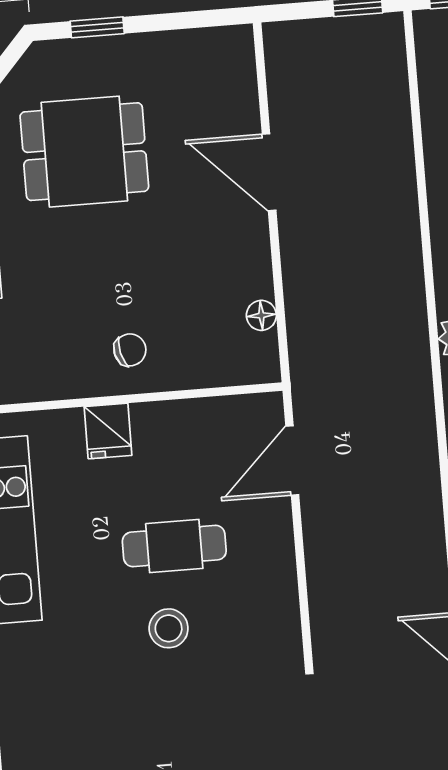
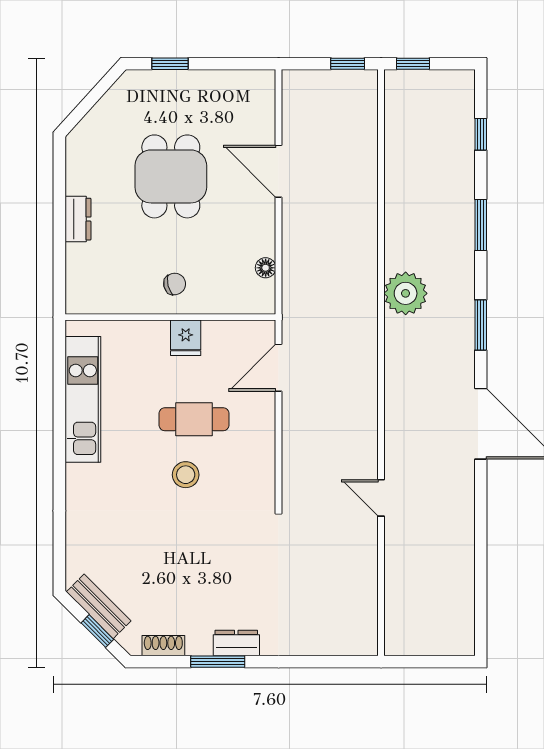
dining table: (84, 152) -> (171, 176), moved, turned 90
fridge: (108, 431) -> (186, 338), moved

